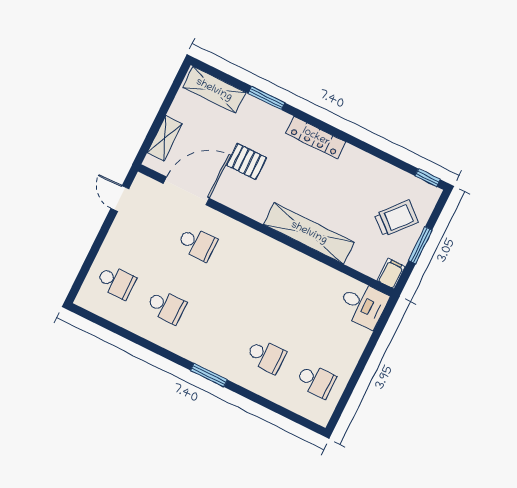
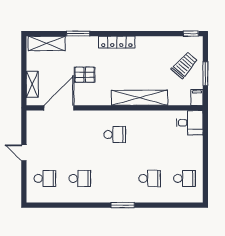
door: (120, 199) -> (24, 153), moved
school desk: (197, 244) -> (115, 135), moved

